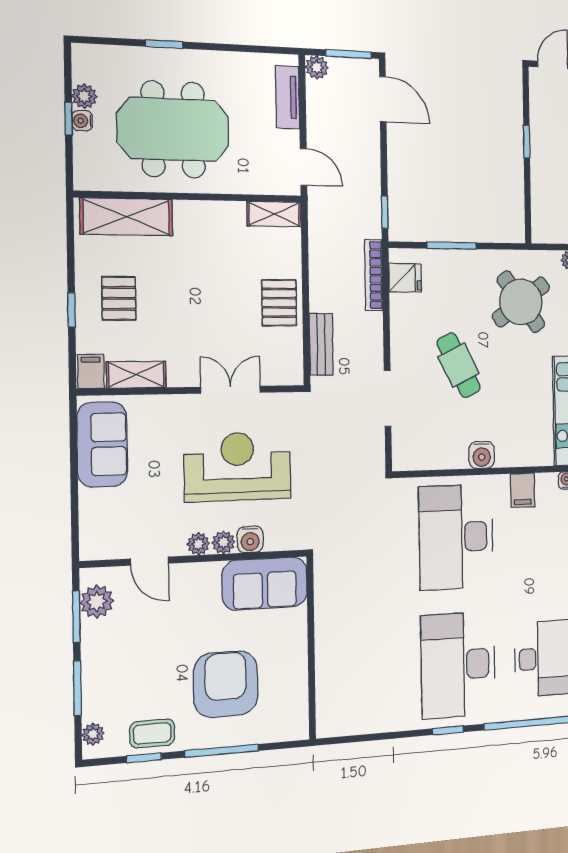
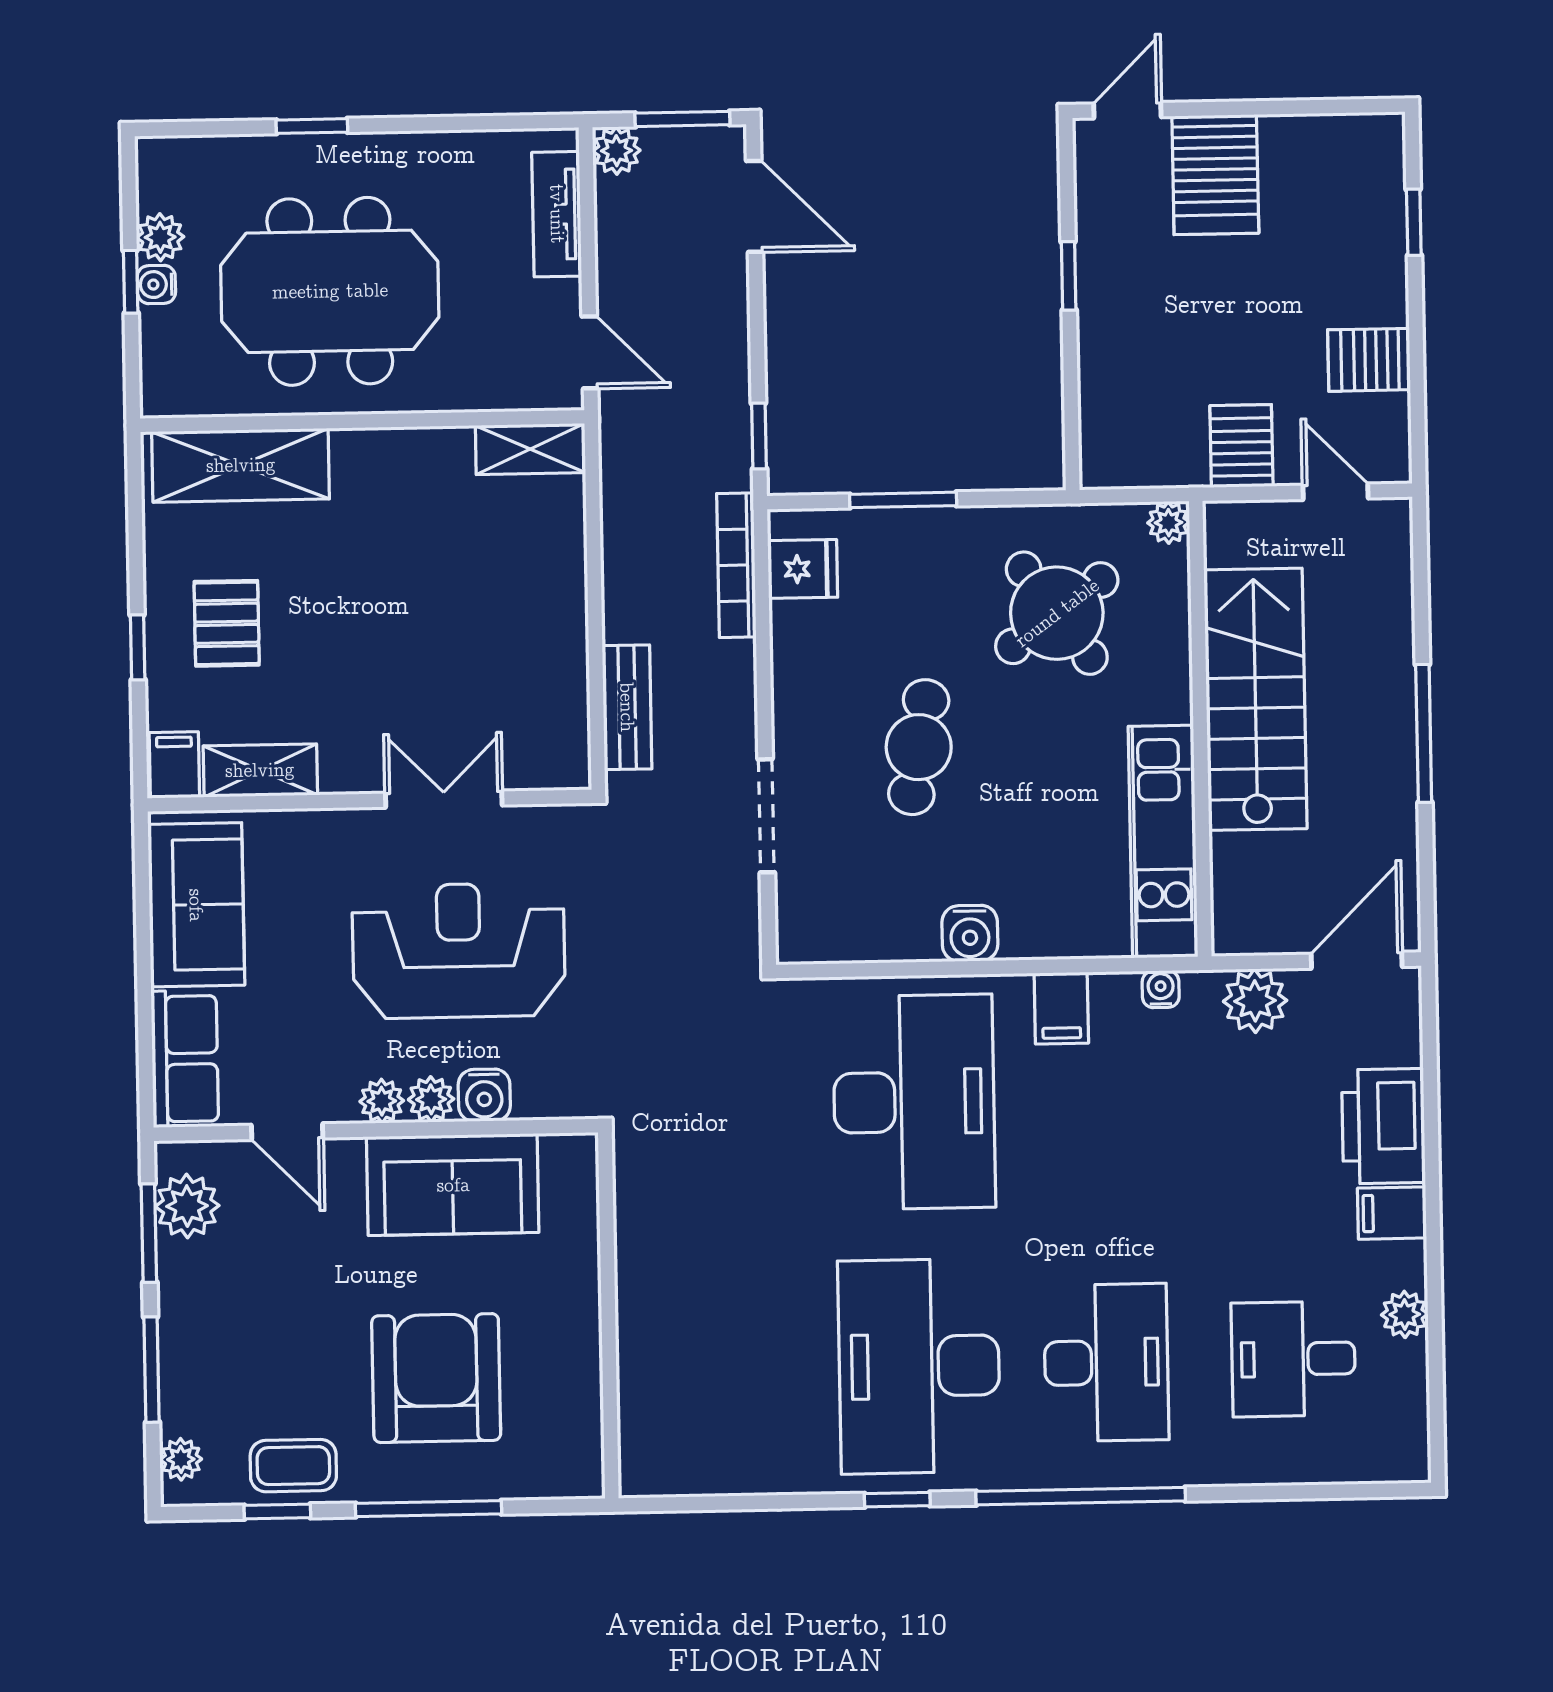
pallet: (279, 303) -> (541, 625), removed
cafe table: (459, 365) -> (919, 747), turned 36
row of seats: (96, 525) -> (185, 1059), added
desk: (456, 537) -> (914, 1102), turned 180
sofa: (265, 584) -> (453, 1185), moved

